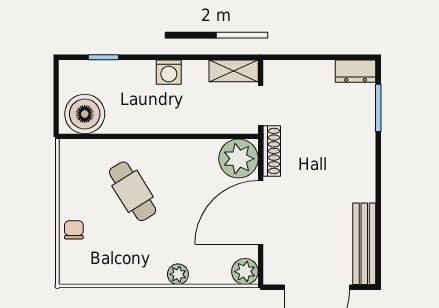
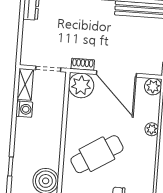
washing machine: (169, 72) -> (24, 109), moved
shoe rack: (272, 151) -> (83, 64), width x0.70
cafe table: (133, 191) -> (97, 154), width x1.37, depth x1.35

